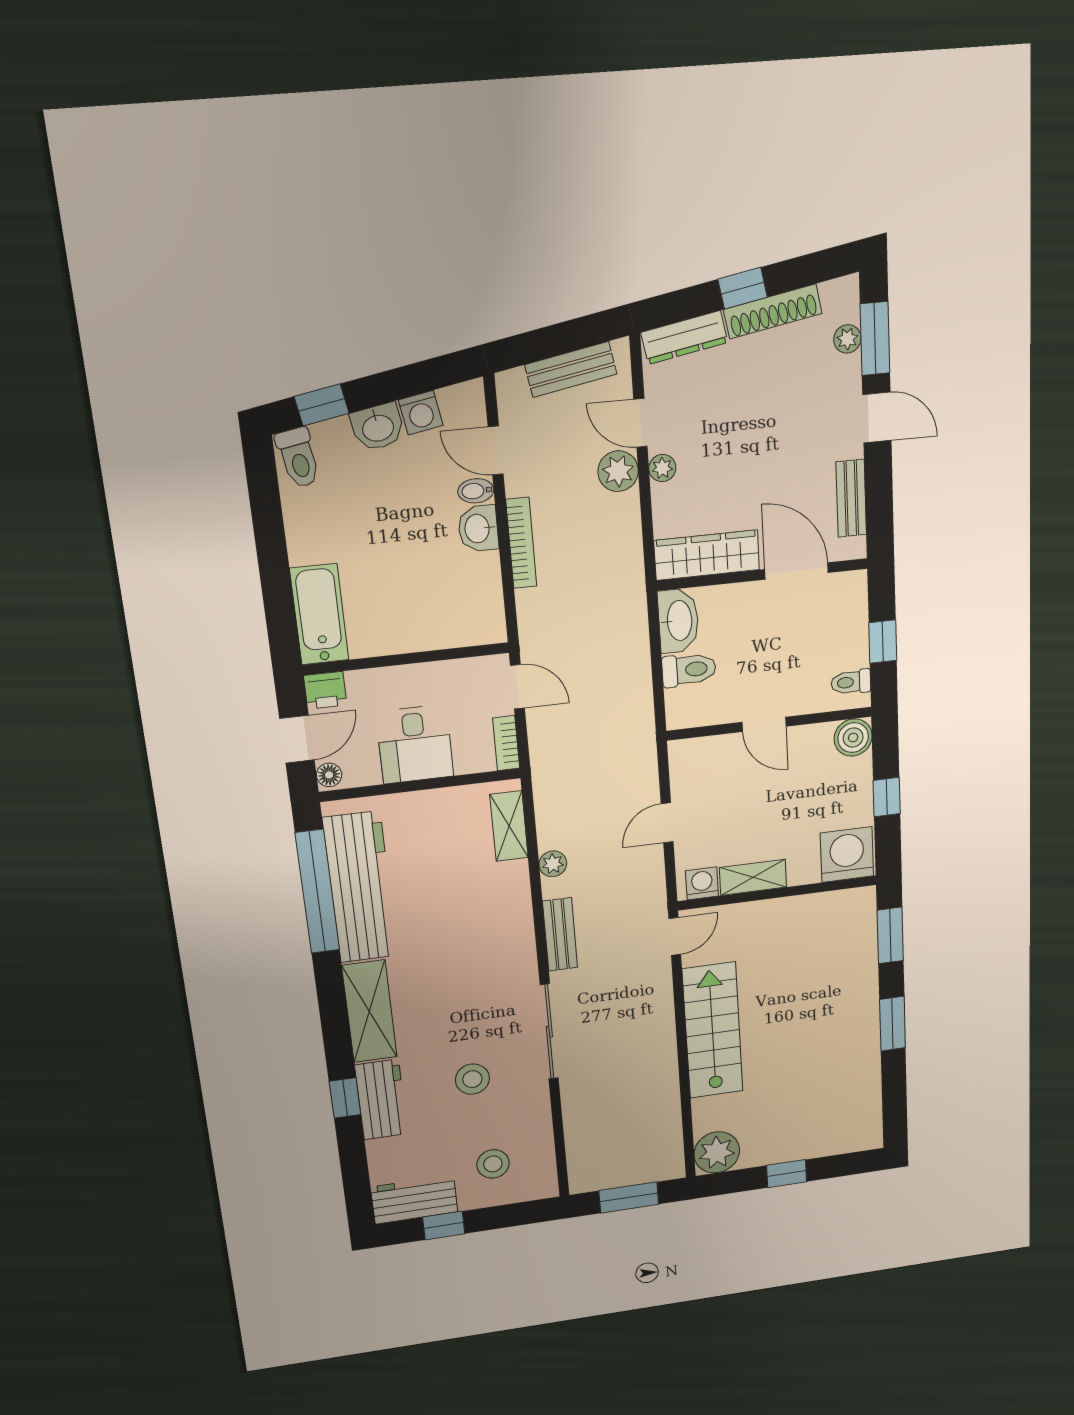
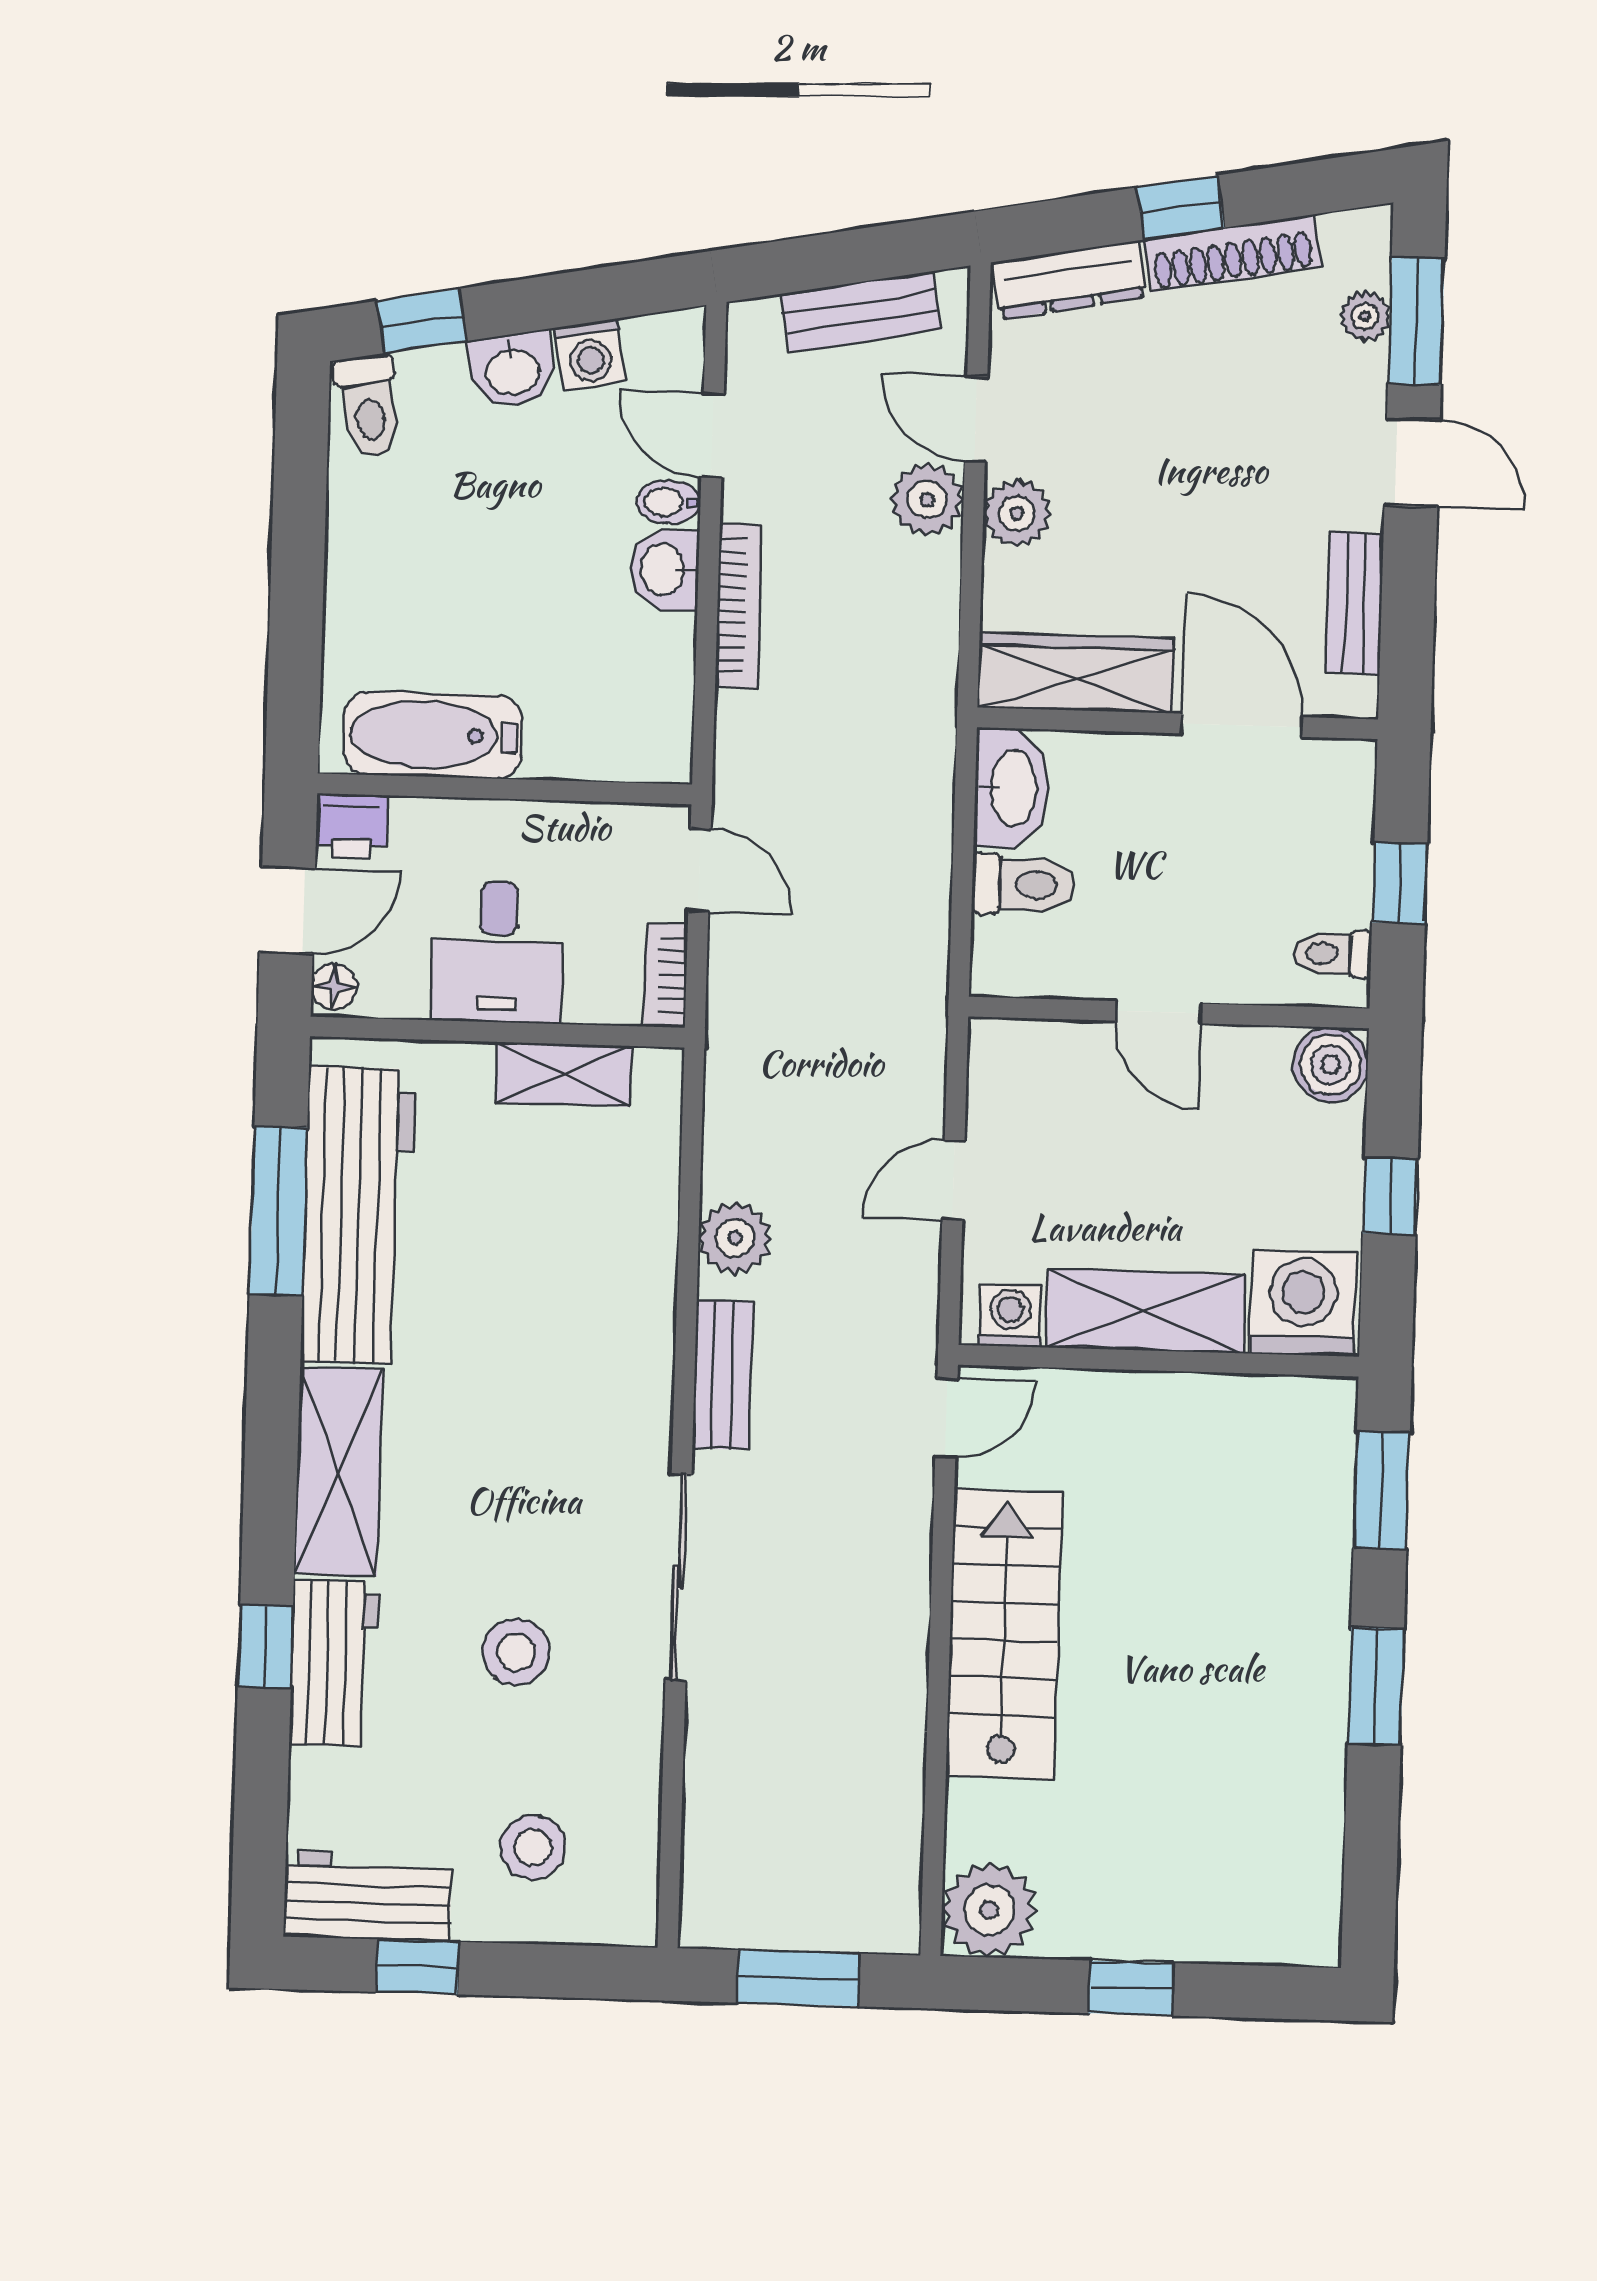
plant: (662, 468) -> (1017, 513), width x1.38, depth x1.38
bathtub: (319, 614) -> (433, 735), moved, turned -90
shelving: (509, 826) -> (564, 1074), moved, turned 90
plant: (553, 864) -> (735, 1238), width x1.38, depth x1.38
shelving: (753, 877) -> (1145, 1311), width x1.50, depth x1.33
window: (317, 892) -> (278, 1211), width x0.68

